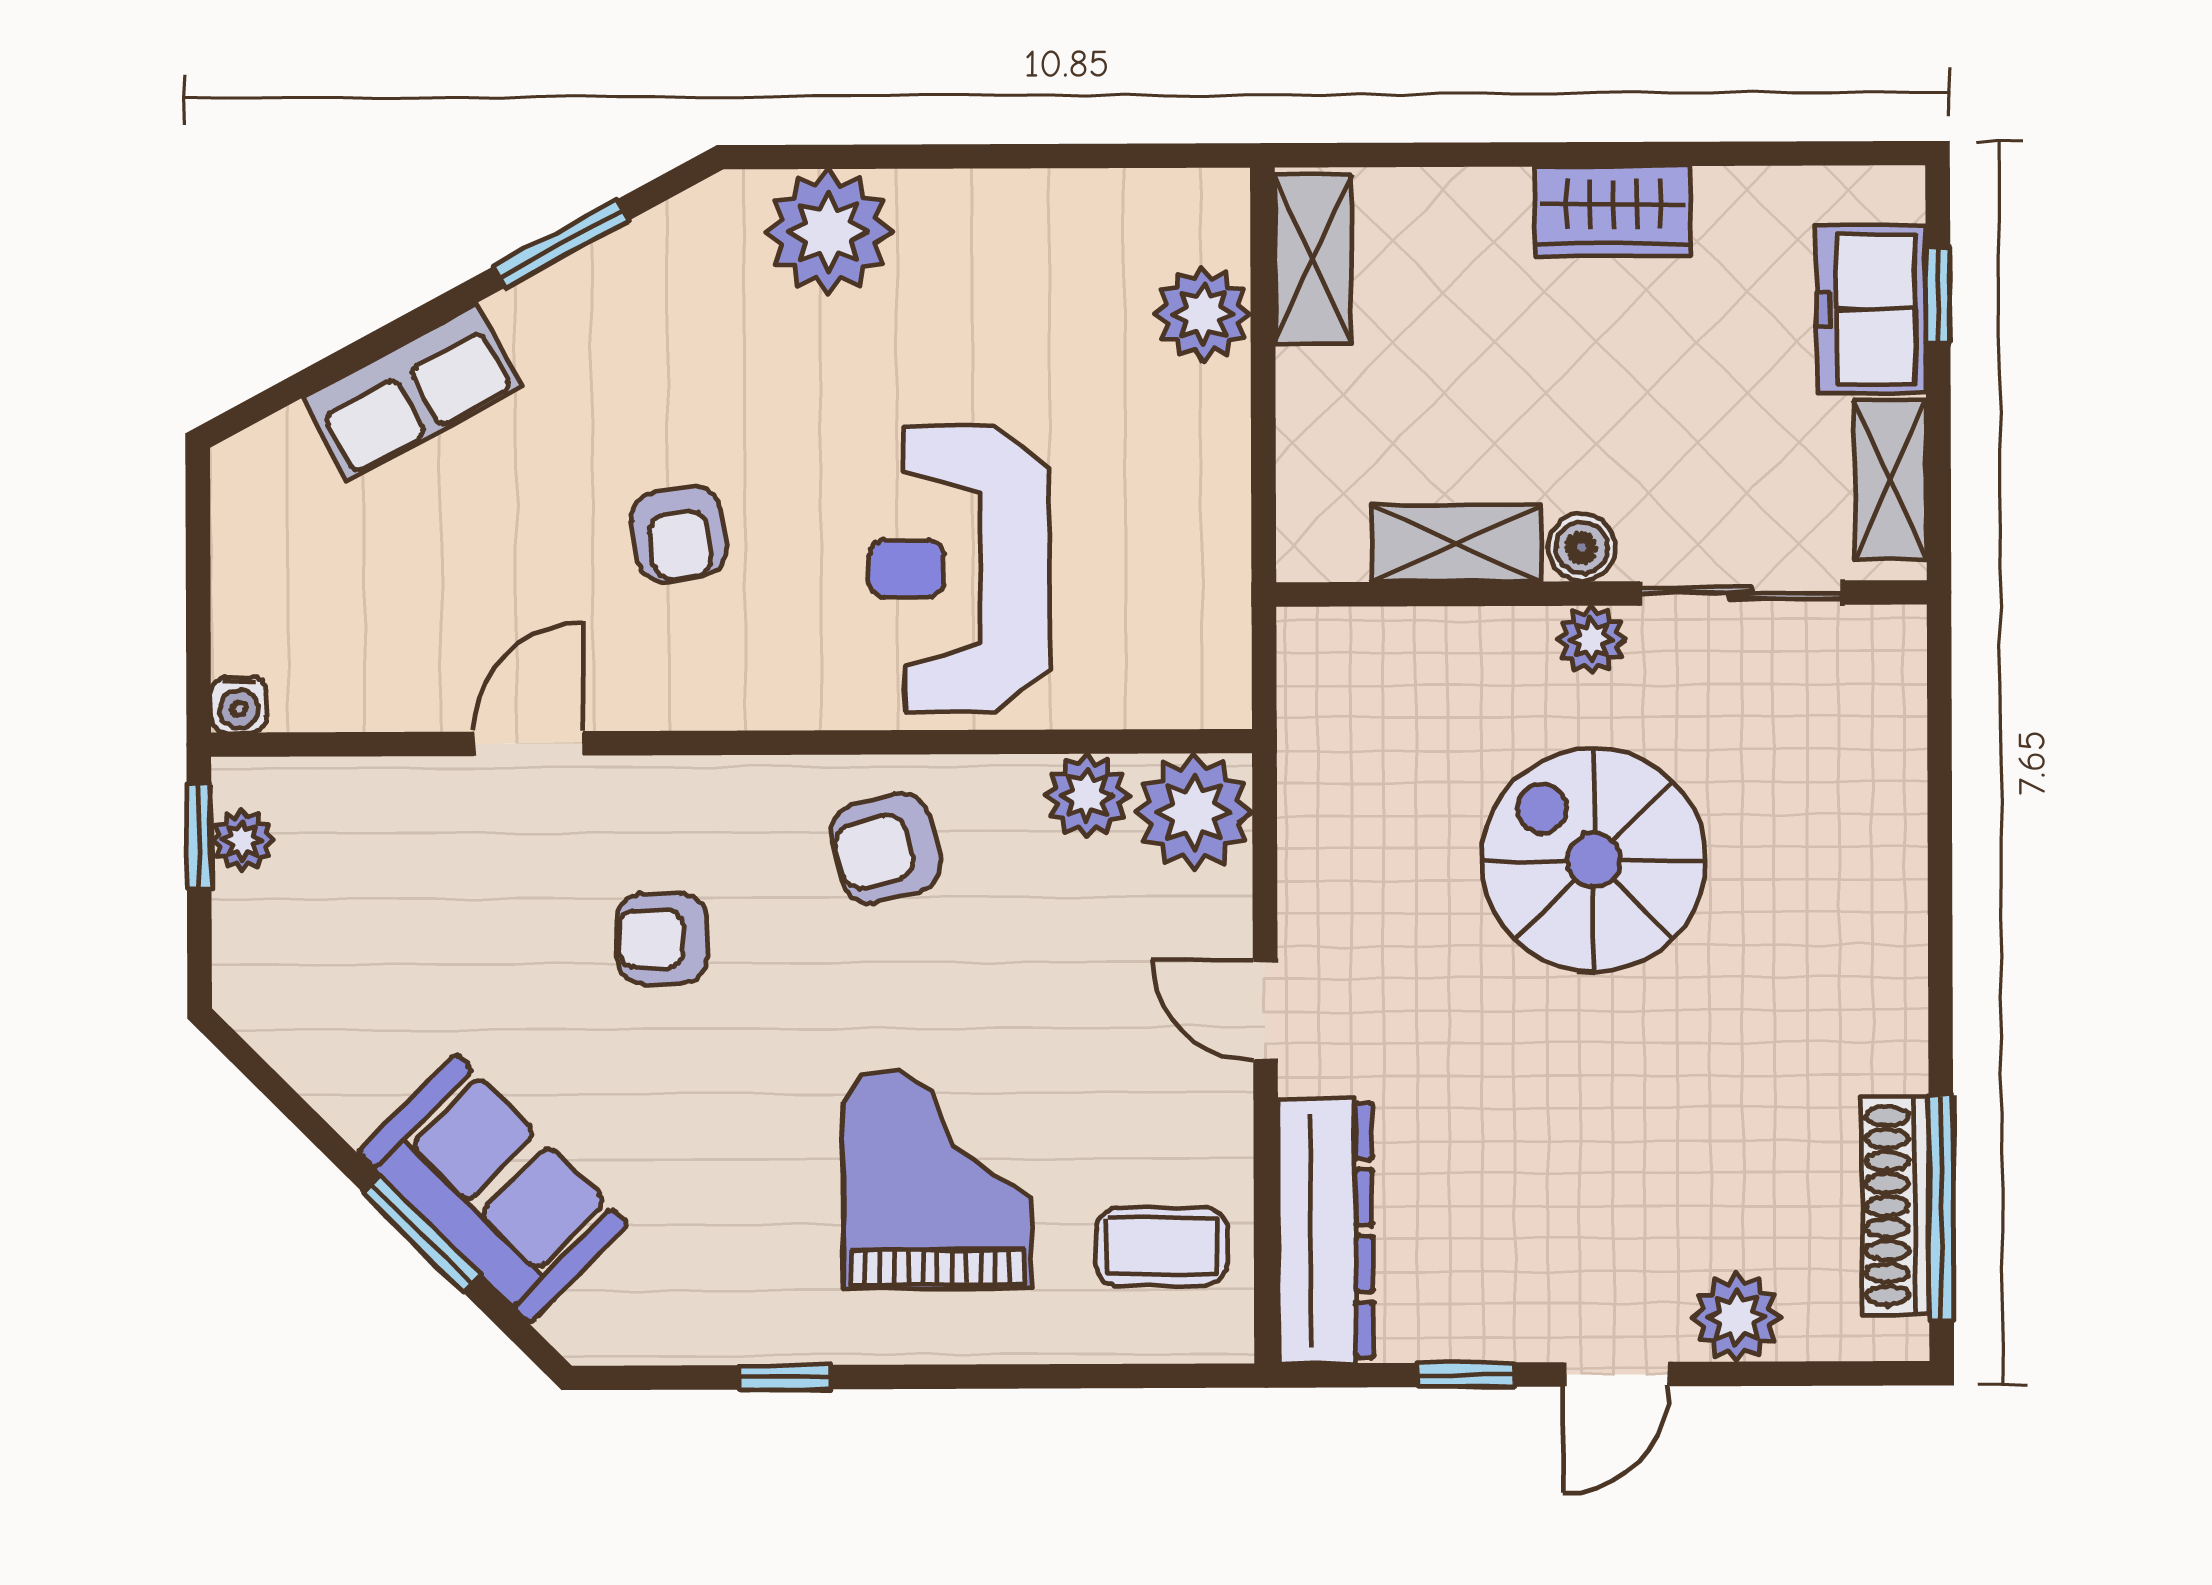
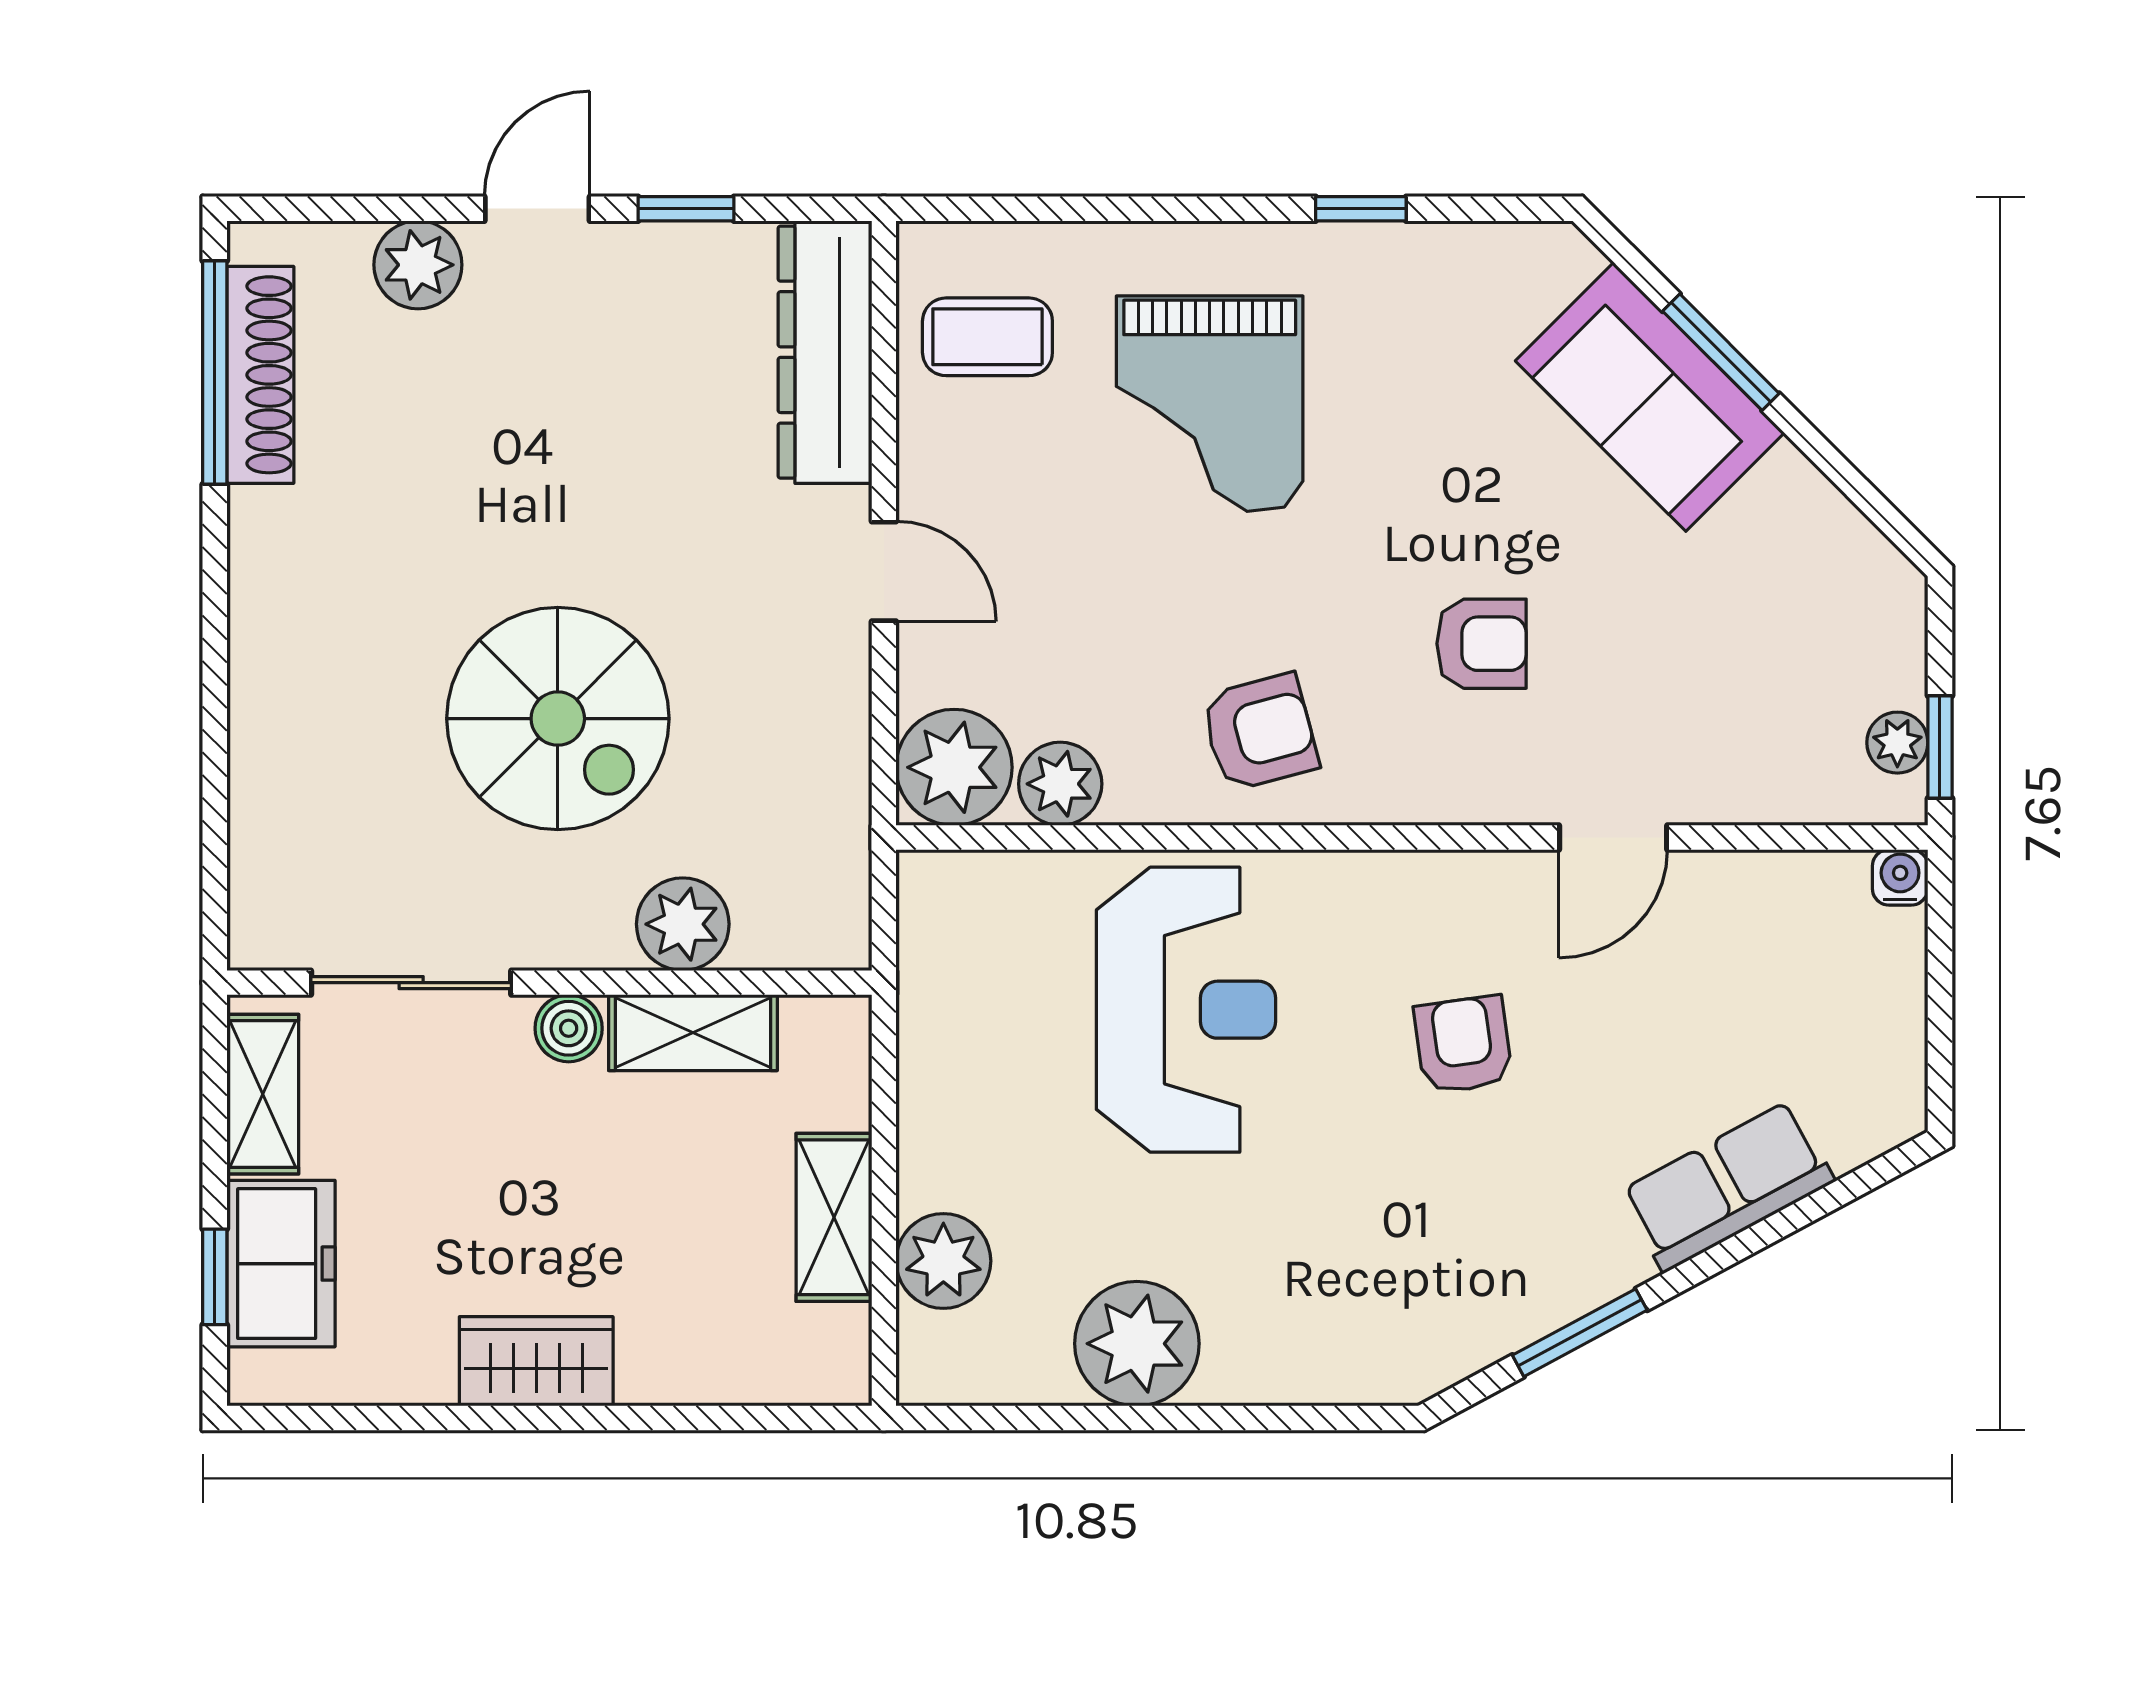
plant: (829, 232) -> (1137, 1344), moved
shelving: (1313, 259) -> (834, 1217), moved
plant: (1591, 640) -> (683, 924), moved, width x1.38, depth x1.38

